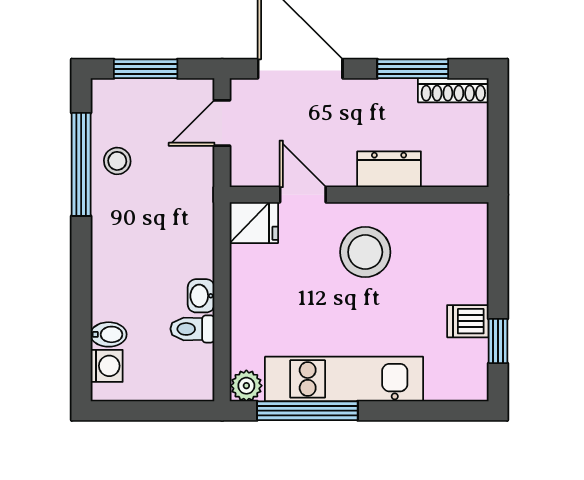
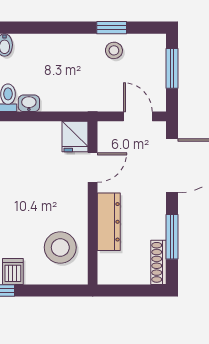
window: (81, 164) -> (112, 28), width x0.46
dresser: (389, 169) -> (109, 222), width x1.44
stool: (365, 252) -> (60, 247), moved

